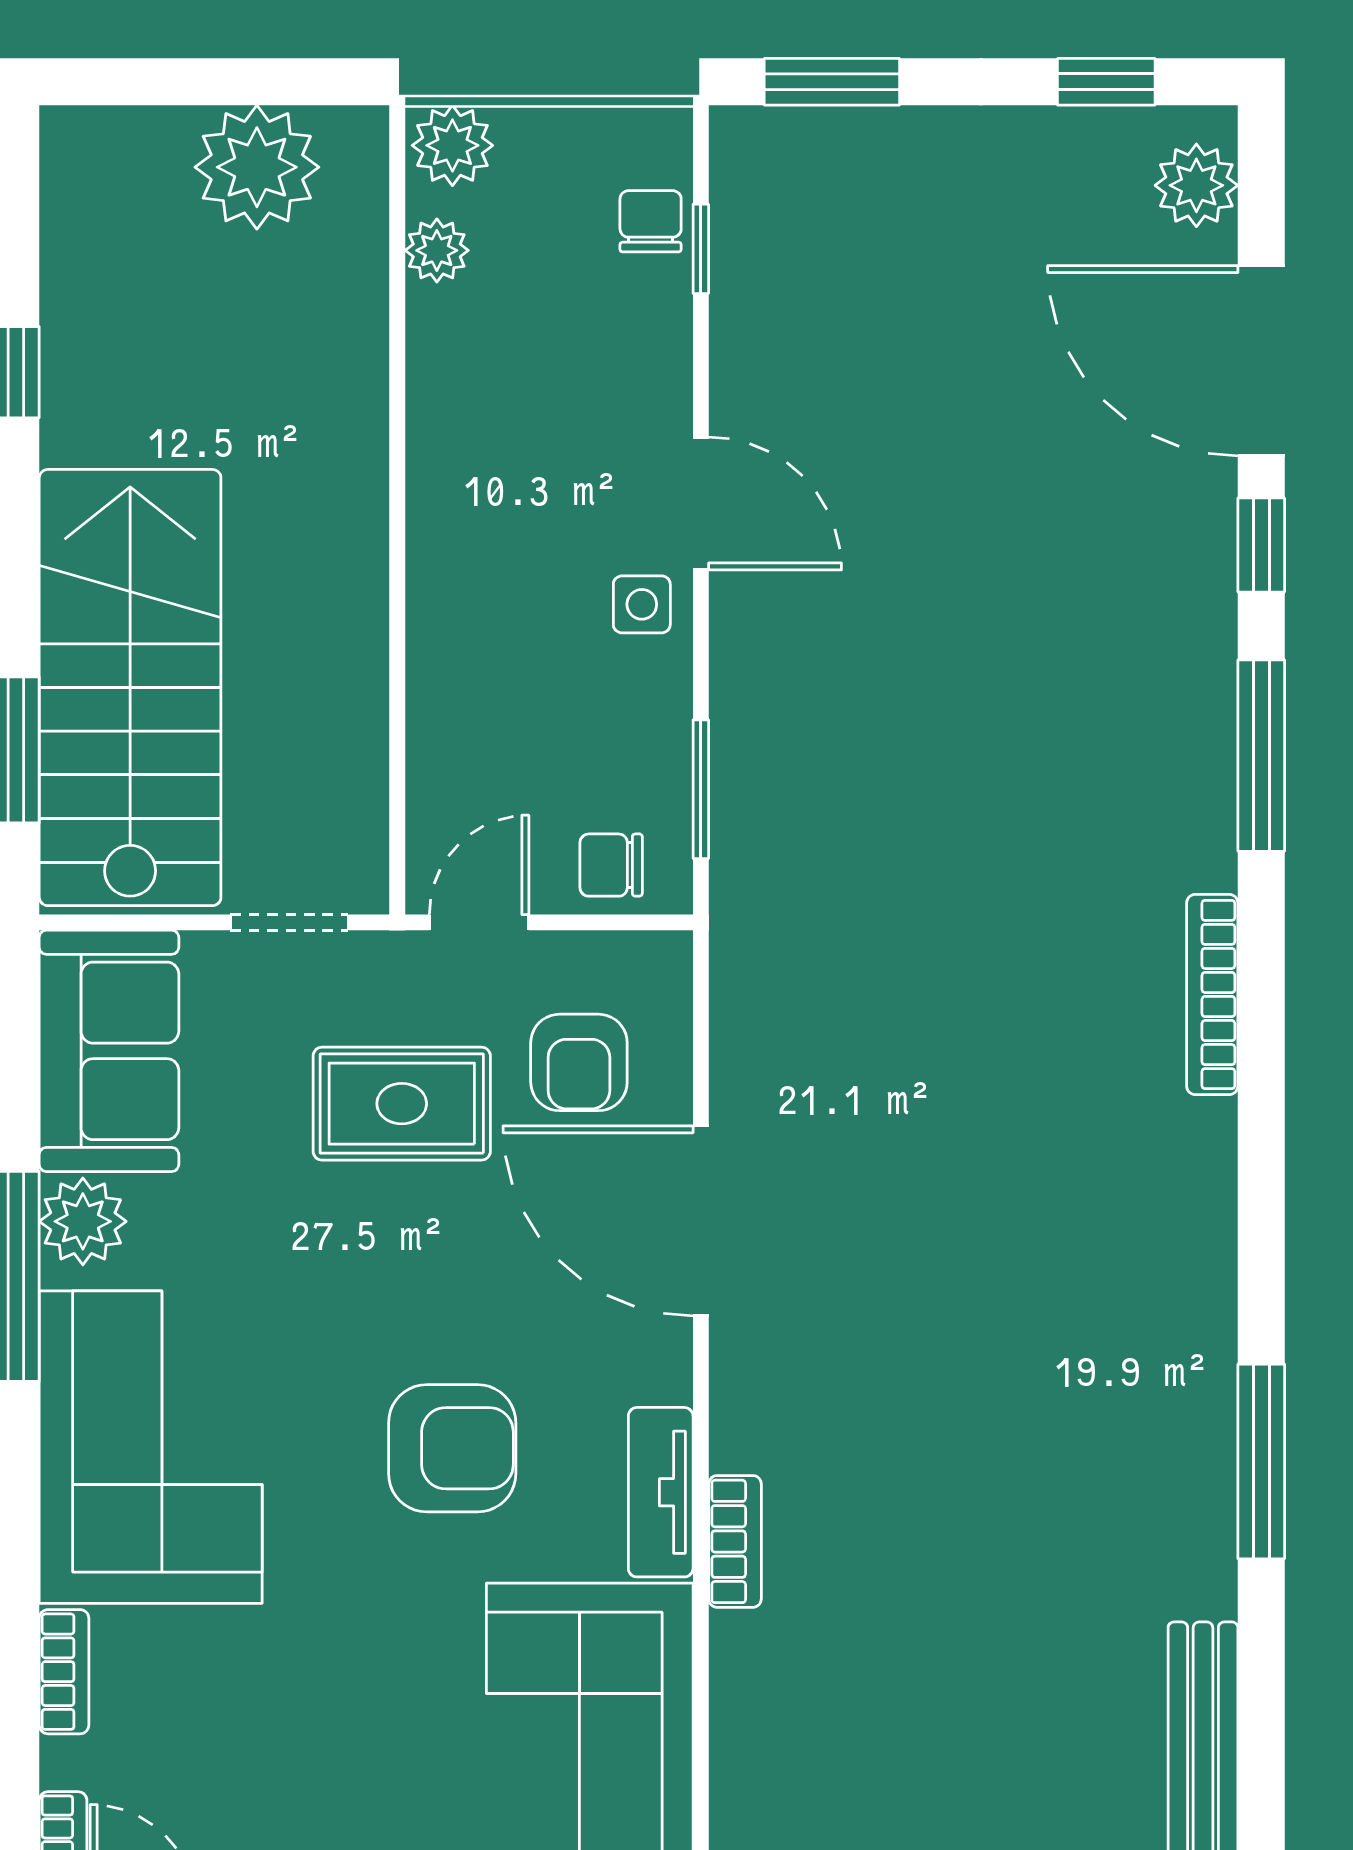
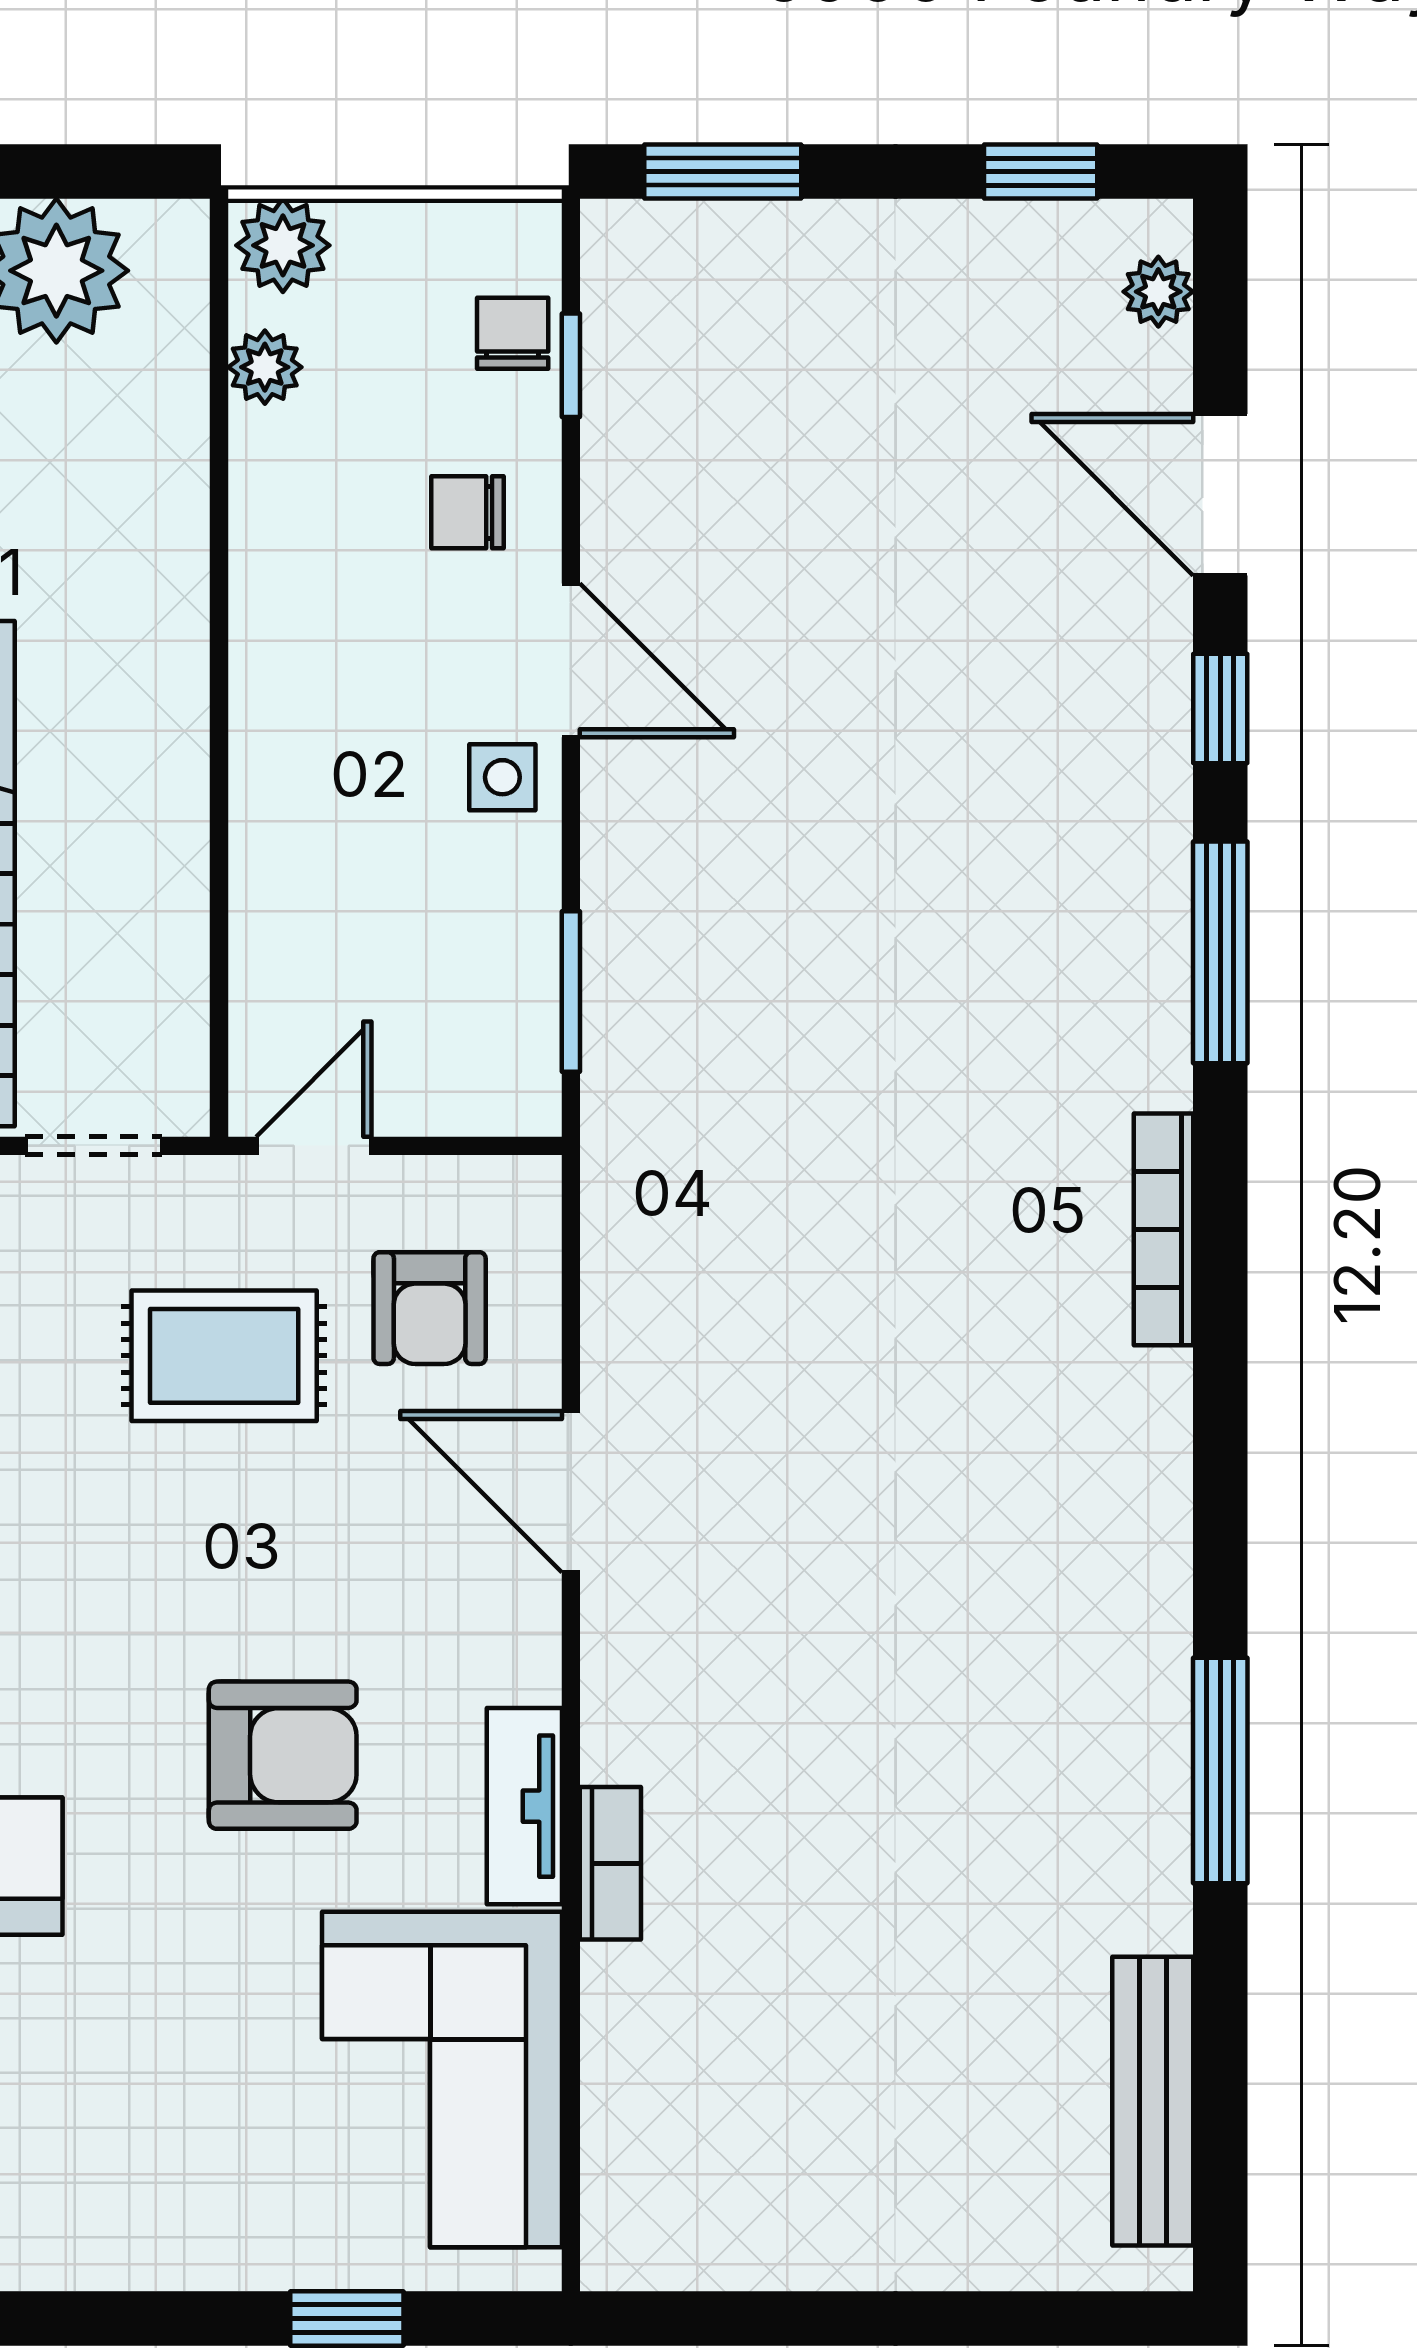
plant: (1196, 185) -> (1158, 292), width x0.73, depth x0.73
door: (1261, 361) -> (1220, 495), width x0.73
chair: (611, 865) -> (467, 512), moved
door: (701, 1221) -> (571, 1492), width x0.73

